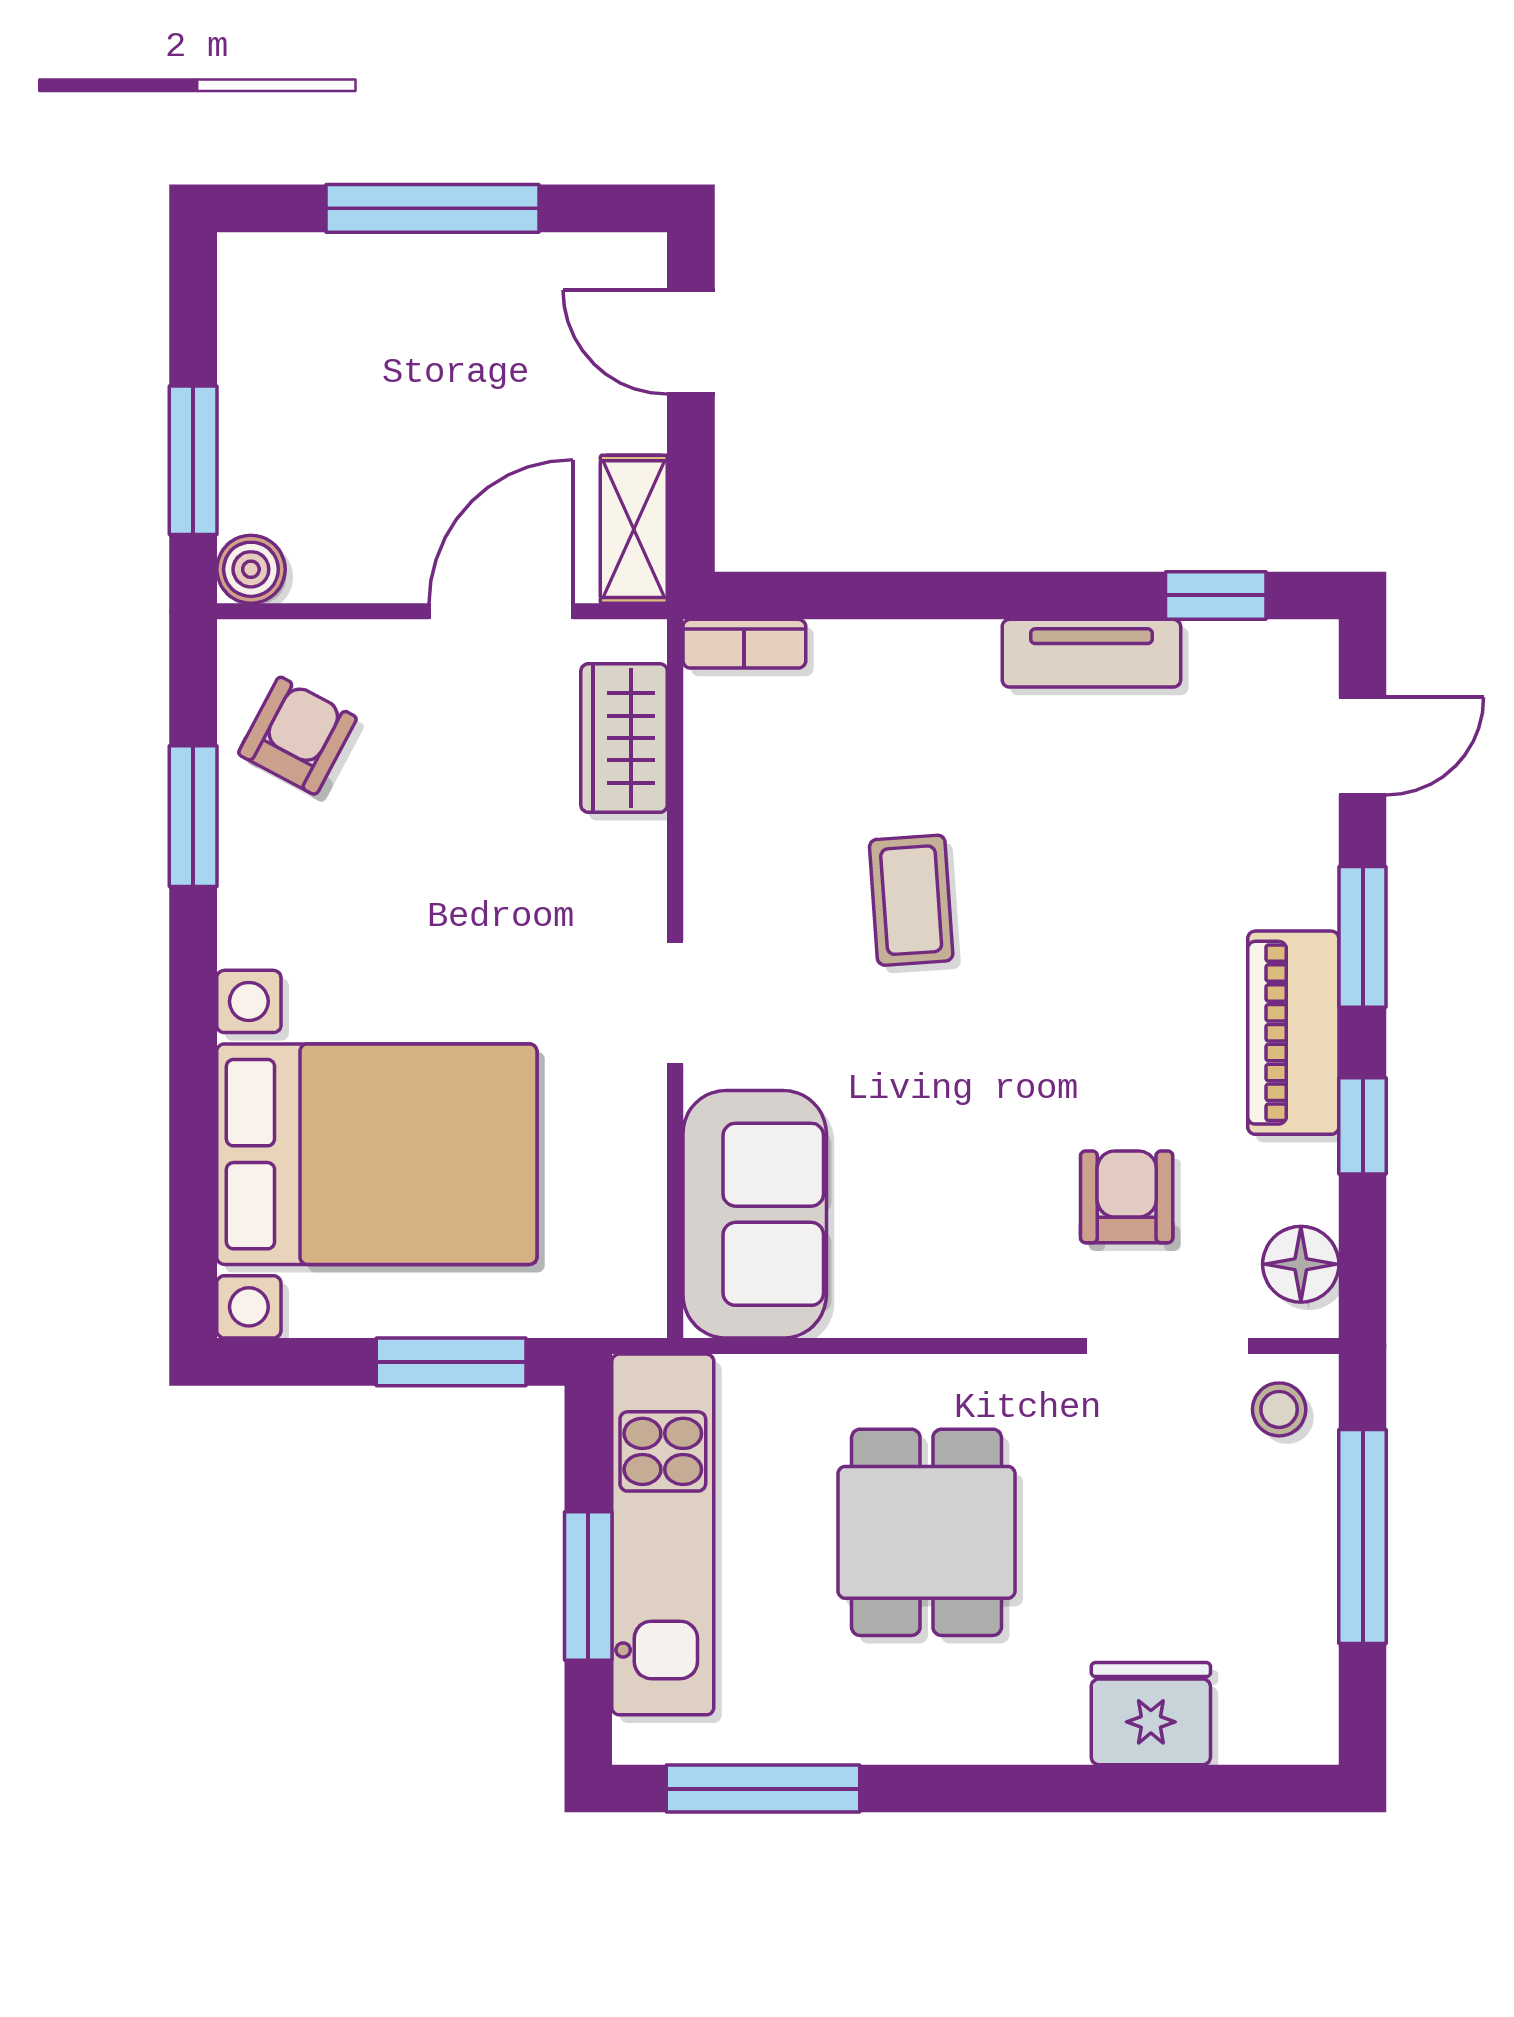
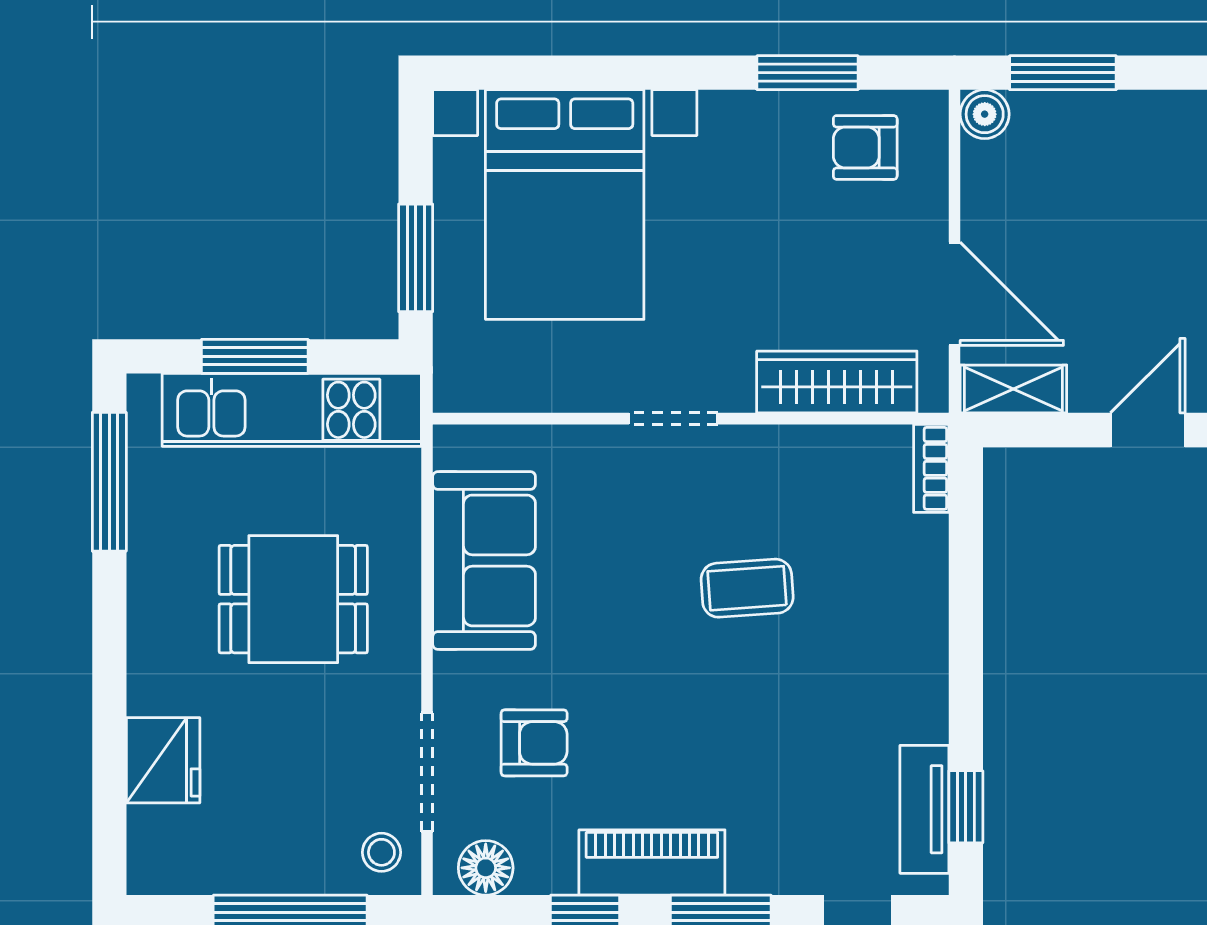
tv unit: (1091, 653) -> (924, 809), moved
armchair: (297, 736) -> (865, 147), turned 152
wardrobe: (624, 738) -> (837, 382), width x1.50
sofa: (755, 1214) -> (484, 560), moved, turned -90

